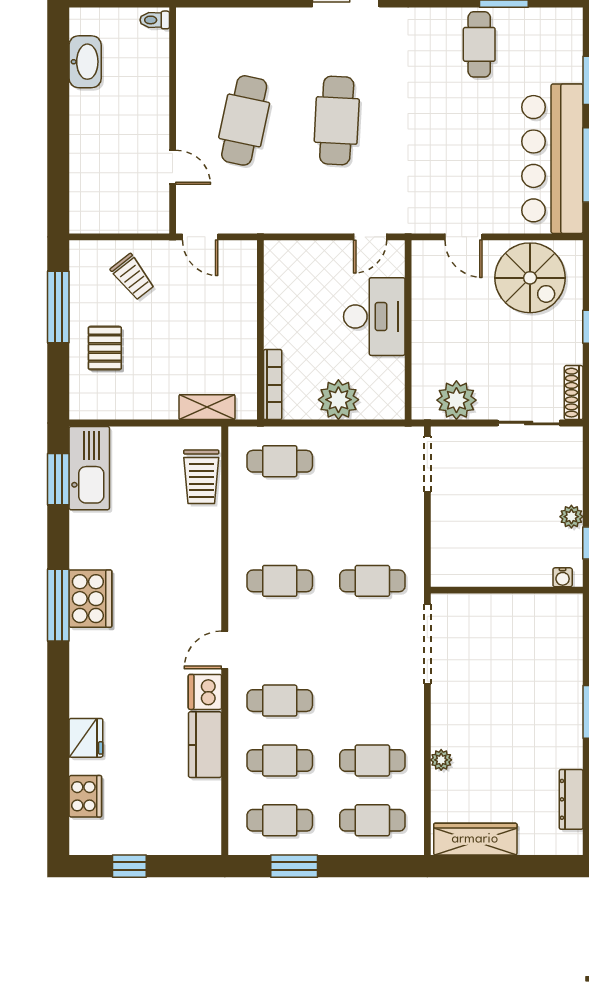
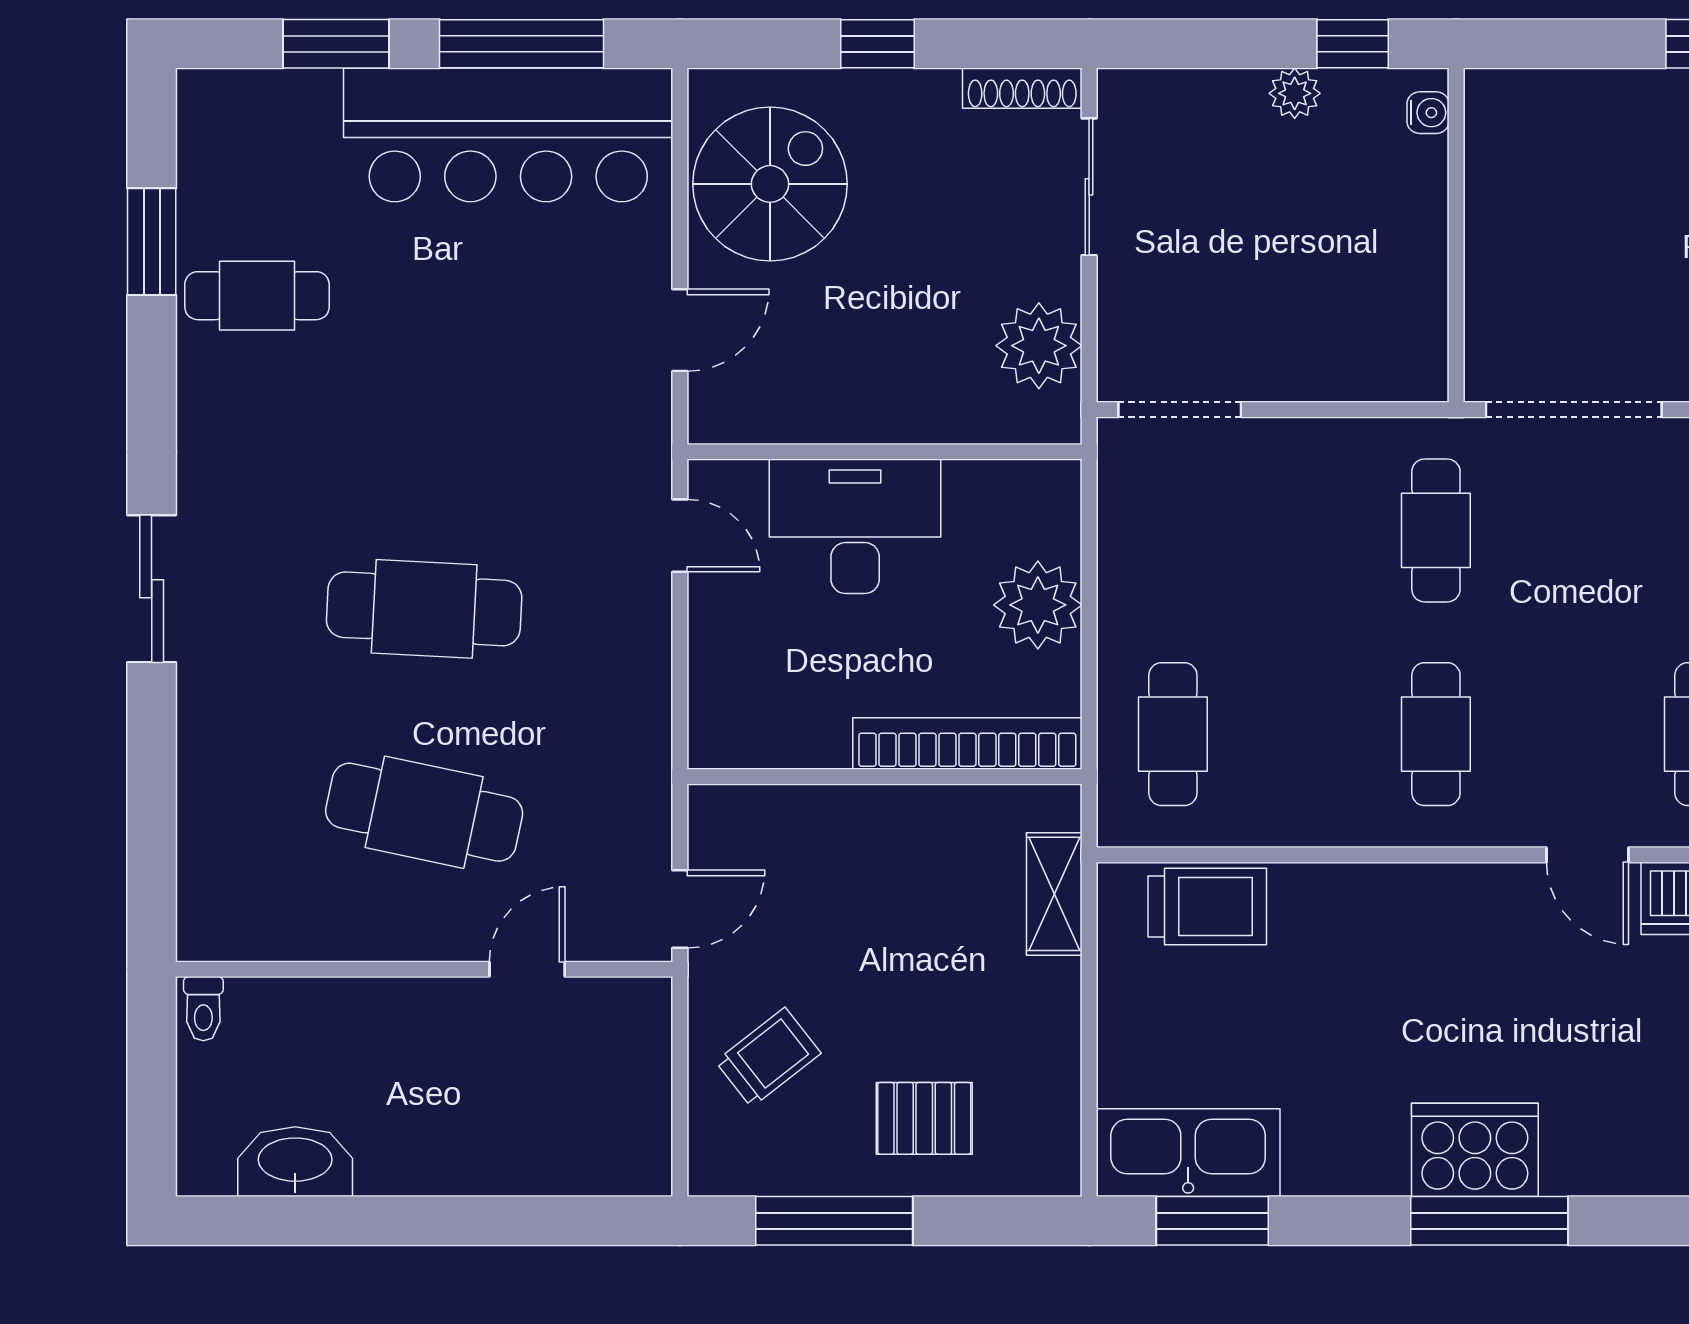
bookcase: (273, 385) -> (967, 744), width x1.48, depth x1.31

